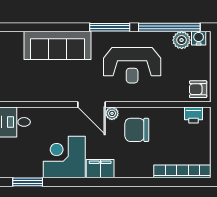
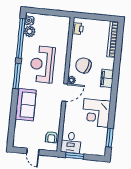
sofa: (57, 45) -> (26, 105), width x0.73
reception desk: (132, 65) -> (42, 64), turned 180
armchair: (198, 89) -> (51, 137), moved
chair: (137, 130) -> (84, 65), turned 106
filing cabinet: (100, 169) -> (107, 78), moved

